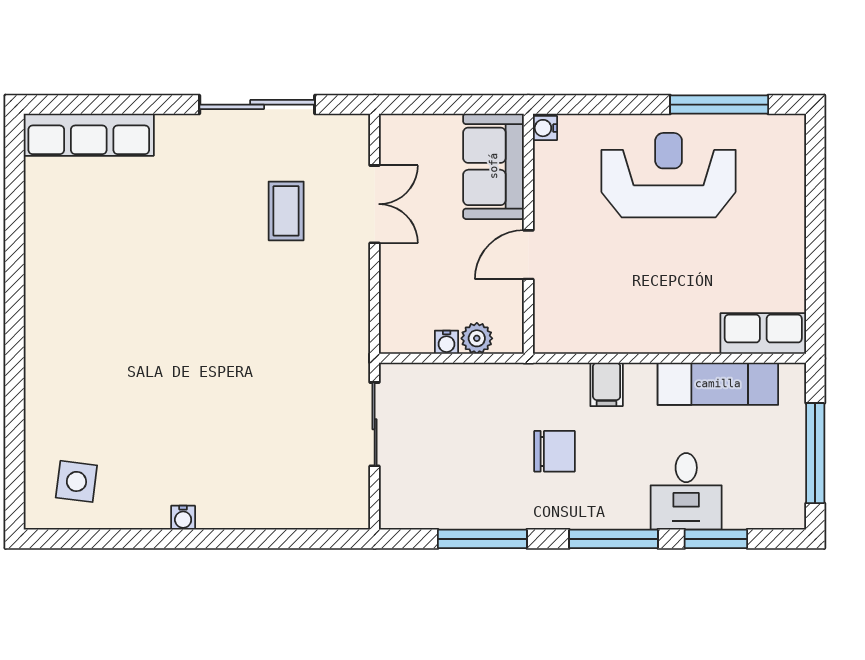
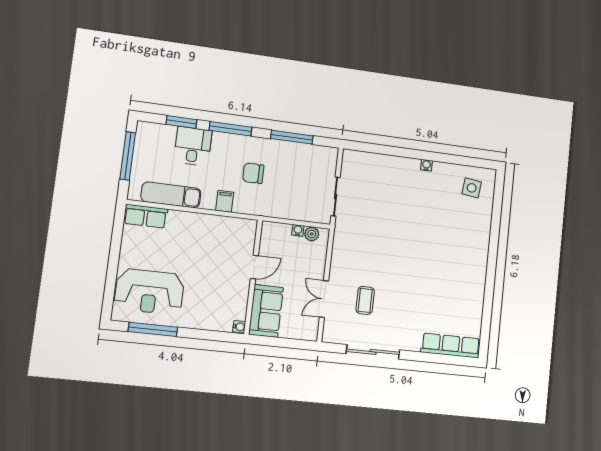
reception desk: (669, 175) -> (149, 292), moved
plant: (477, 338) -> (312, 234), moved

